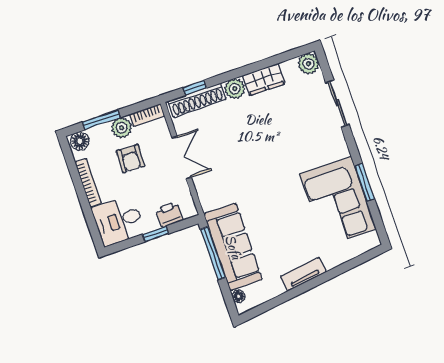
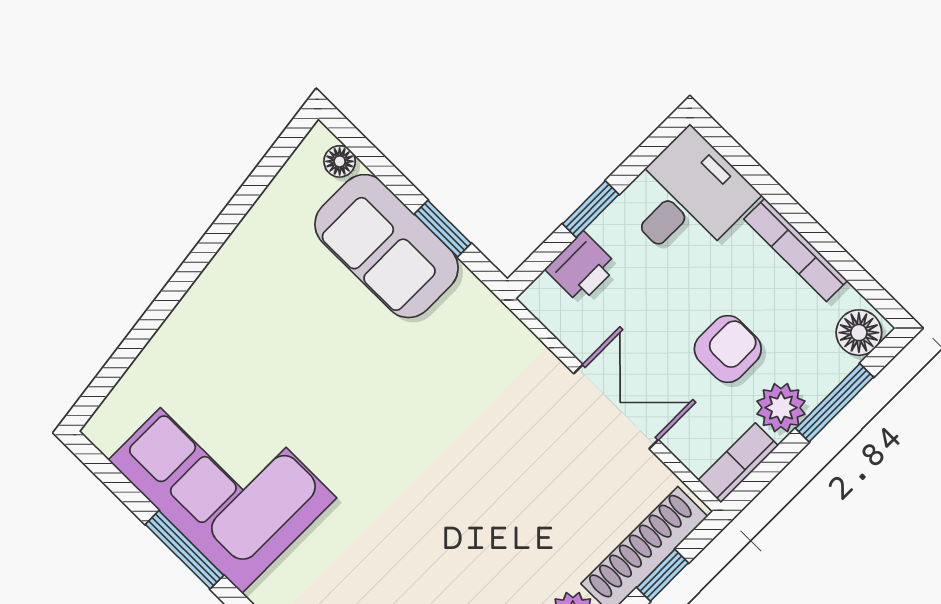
double door: (182, 157) -> (616, 407), swing flipped
armchair: (130, 159) -> (728, 349), turned 88
sofa: (233, 247) -> (387, 246), width x0.73
window: (213, 253) -> (443, 229), width x0.46
tv unit: (303, 274) -> (220, 280), removed

